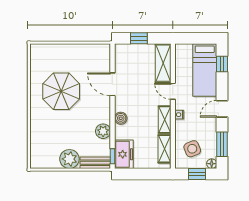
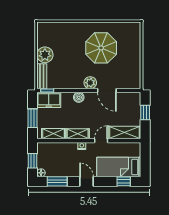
door: (112, 84) -> (107, 91), swing flipped
plant: (103, 131) -> (90, 83), moved
side table: (192, 149) -> (53, 157), removed
window: (146, 174) -> (33, 118), added

